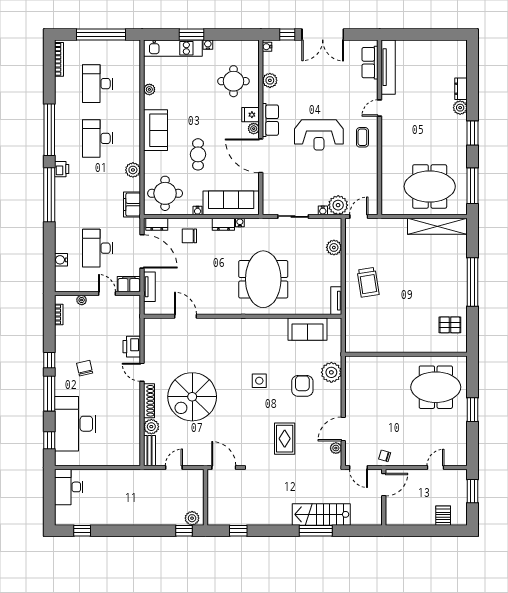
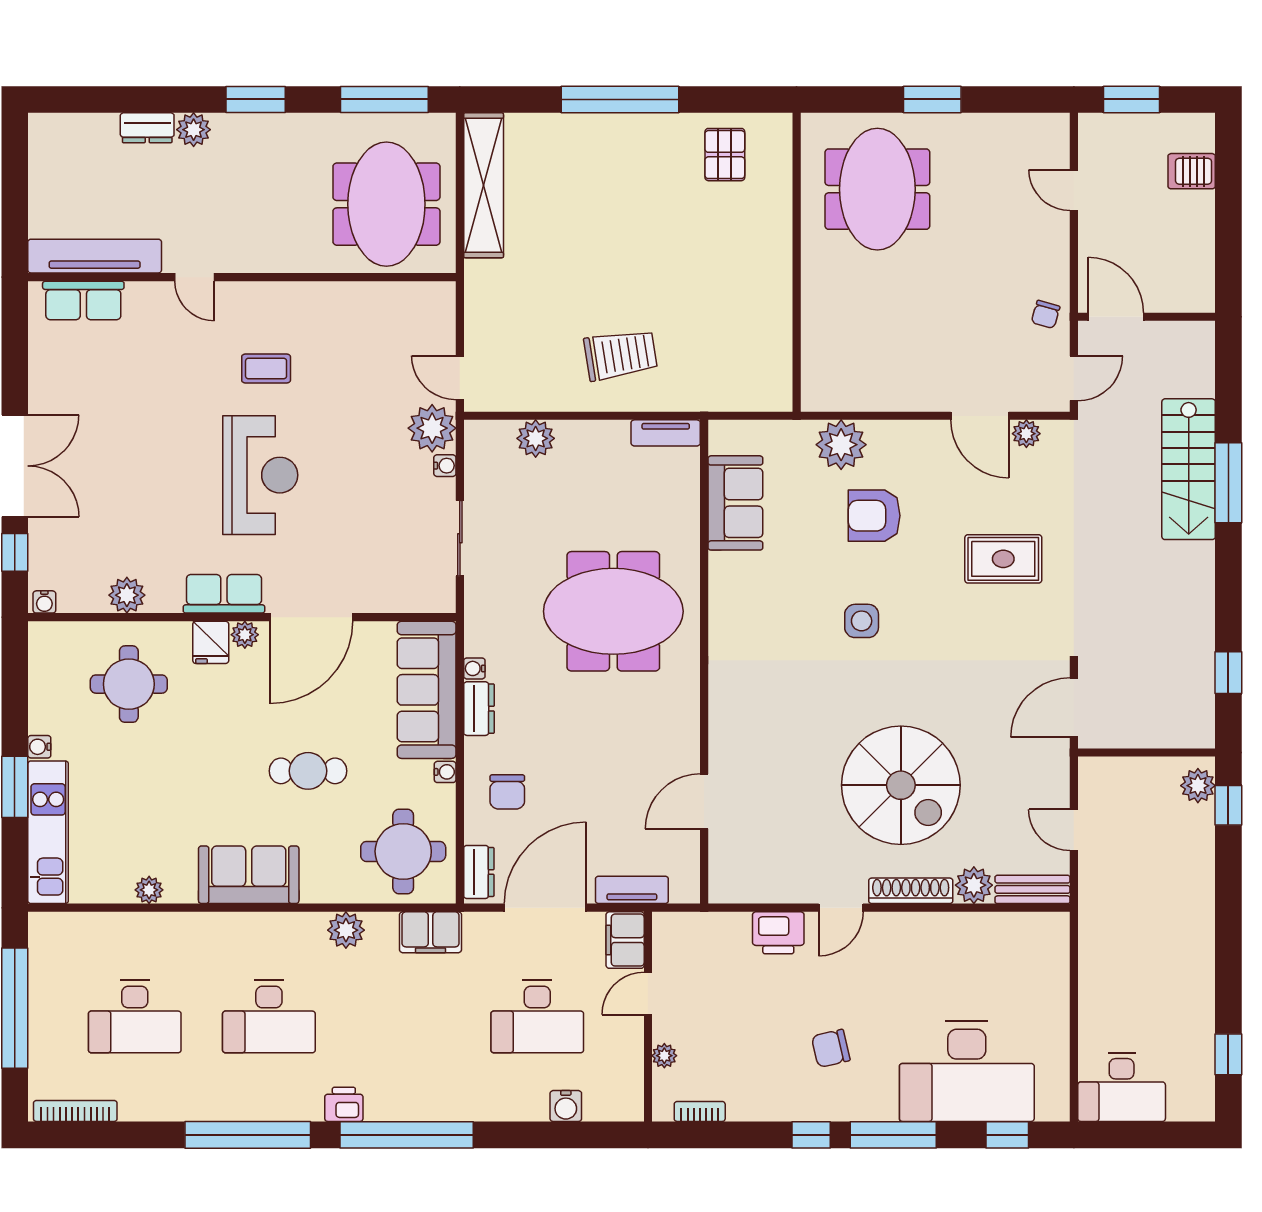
row of seats: (370, 63) -> (83, 300), moved
tv unit: (388, 67) -> (95, 256), moved
door: (380, 108) -> (195, 277), moved
wall: (380, 127) -> (242, 277), moved

